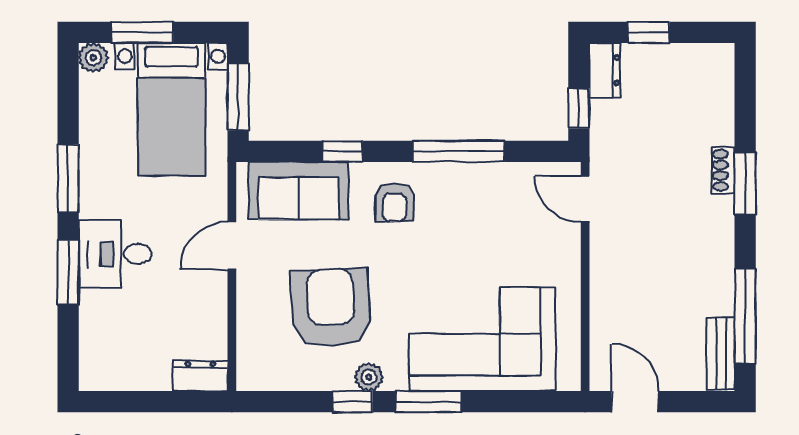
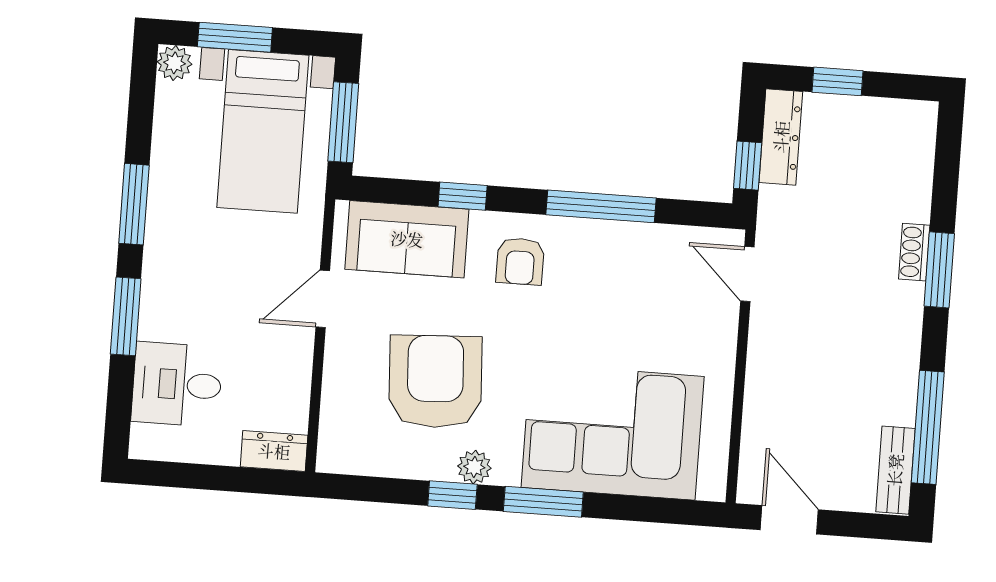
dresser: (605, 70) -> (781, 137), width x1.44
desk: (115, 254) -> (177, 384), moved

